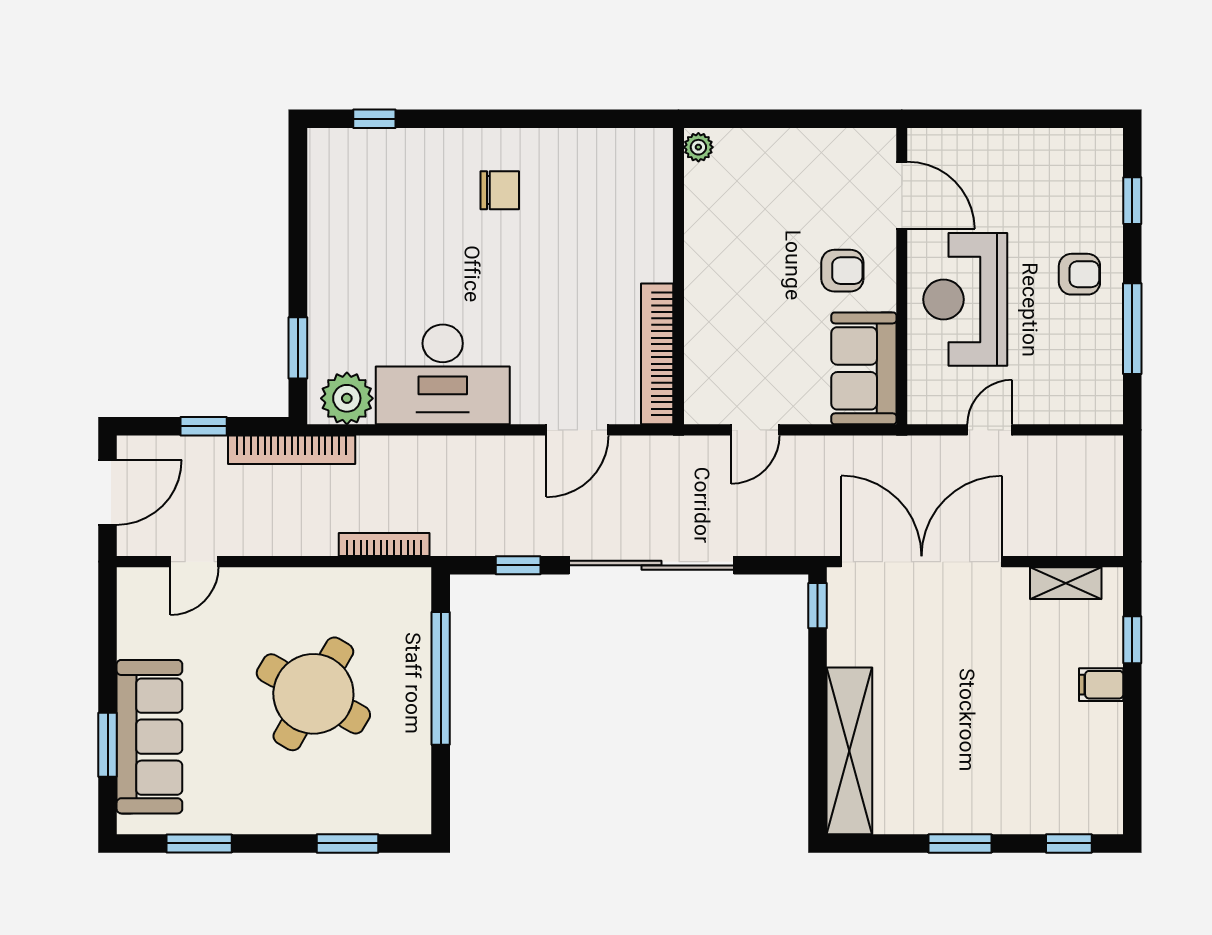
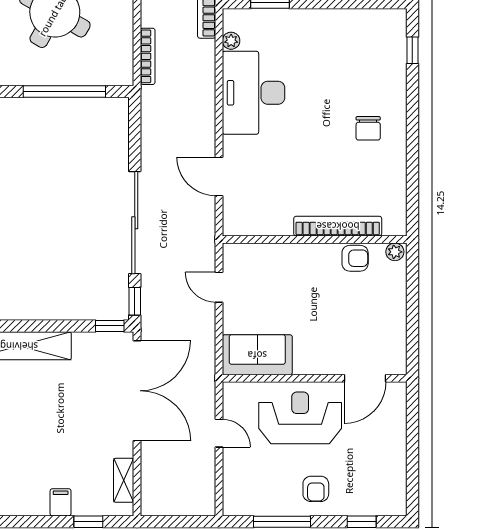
armchair: (842, 271) -> (355, 258), moved, turned -90
bookcase: (657, 354) -> (338, 226), moved
plant: (347, 398) -> (231, 41), width x0.53, depth x0.53
window: (518, 565) -> (135, 301), moved

